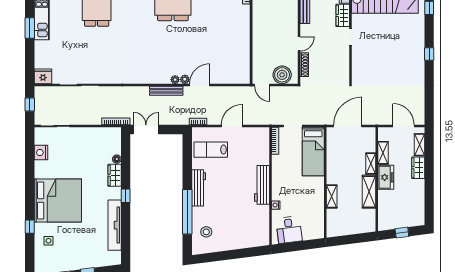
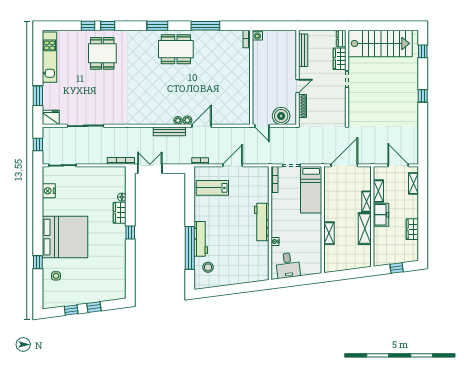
window: (30, 28) -> (38, 96), moved
wardrobe: (418, 168) -> (412, 229), moved
workbench: (199, 188) -> (201, 239), moved
tv unit: (115, 225) -> (120, 261), removed

